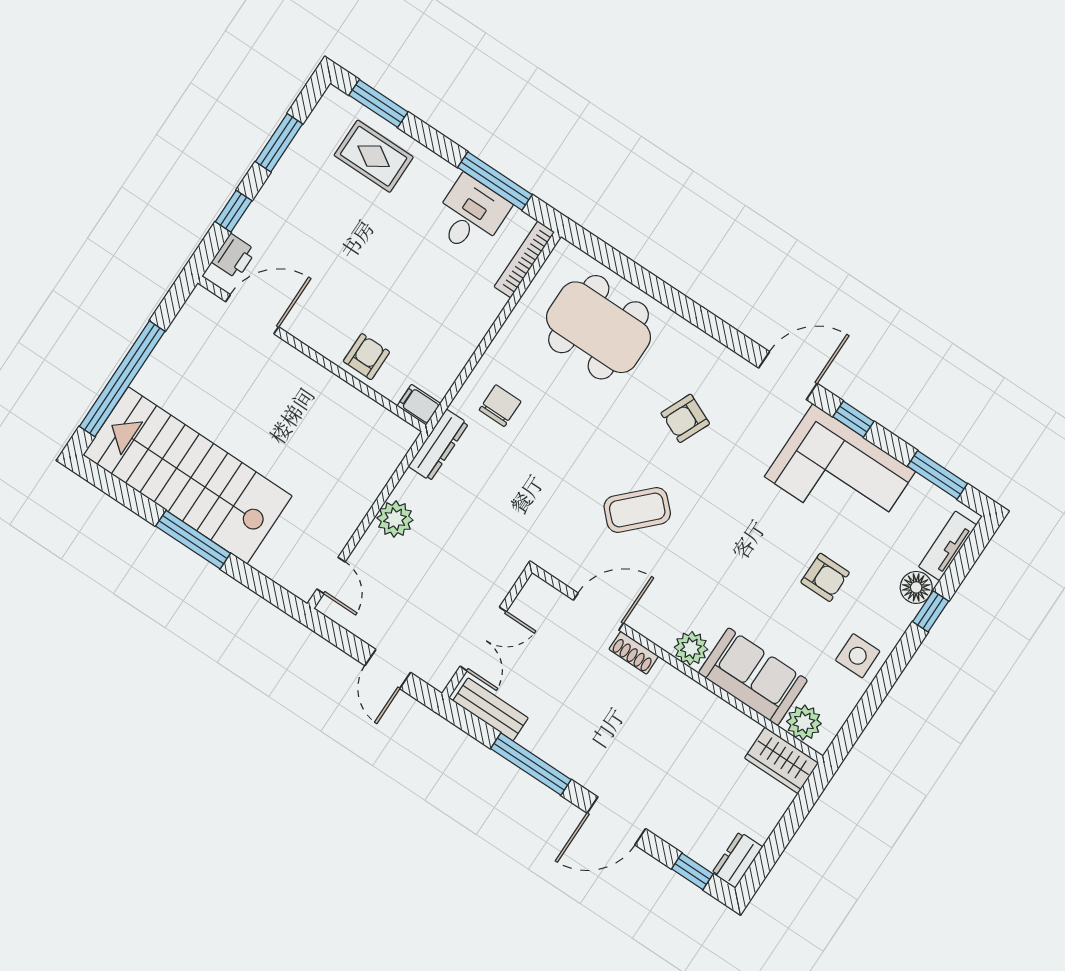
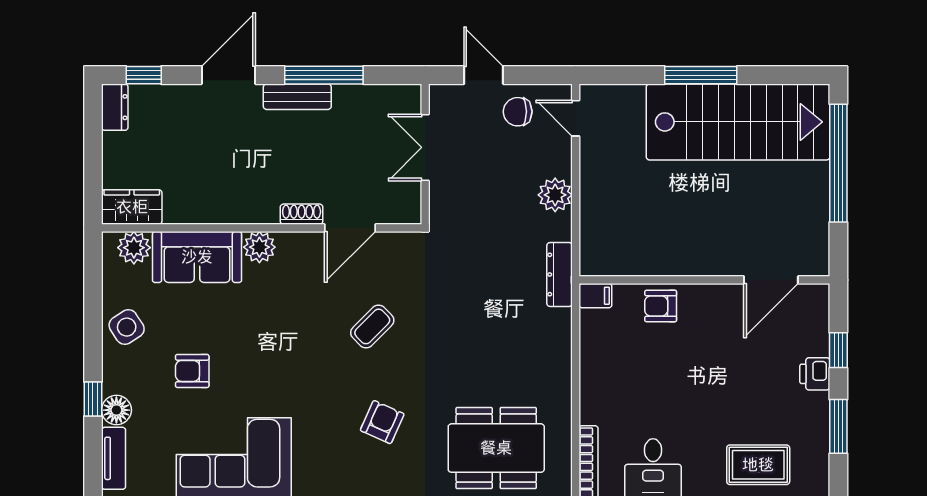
printer: (234, 256) -> (815, 374), moved
armchair: (367, 357) -> (661, 306), turned 90
chair: (500, 406) -> (518, 112), moved, turned 90
coffee table: (637, 510) -> (372, 326), width x0.73, depth x0.77
side table: (858, 656) -> (127, 327), turned -33
bench: (490, 709) -> (297, 97), moved

